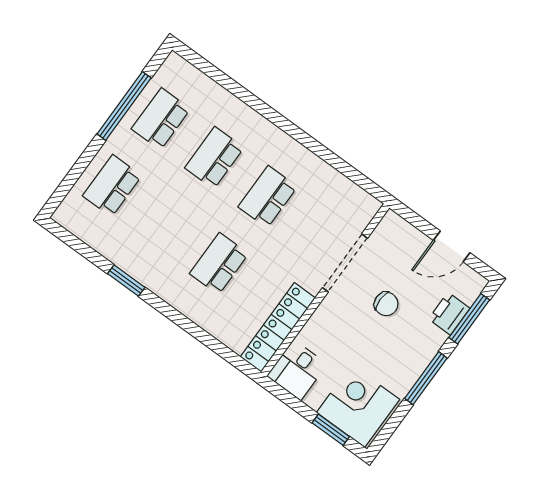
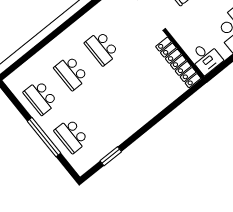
window: (124, 106) -> (44, 137), moved
school desk: (219, 264) -> (133, 86), removed
window: (126, 281) -> (111, 156), moved

